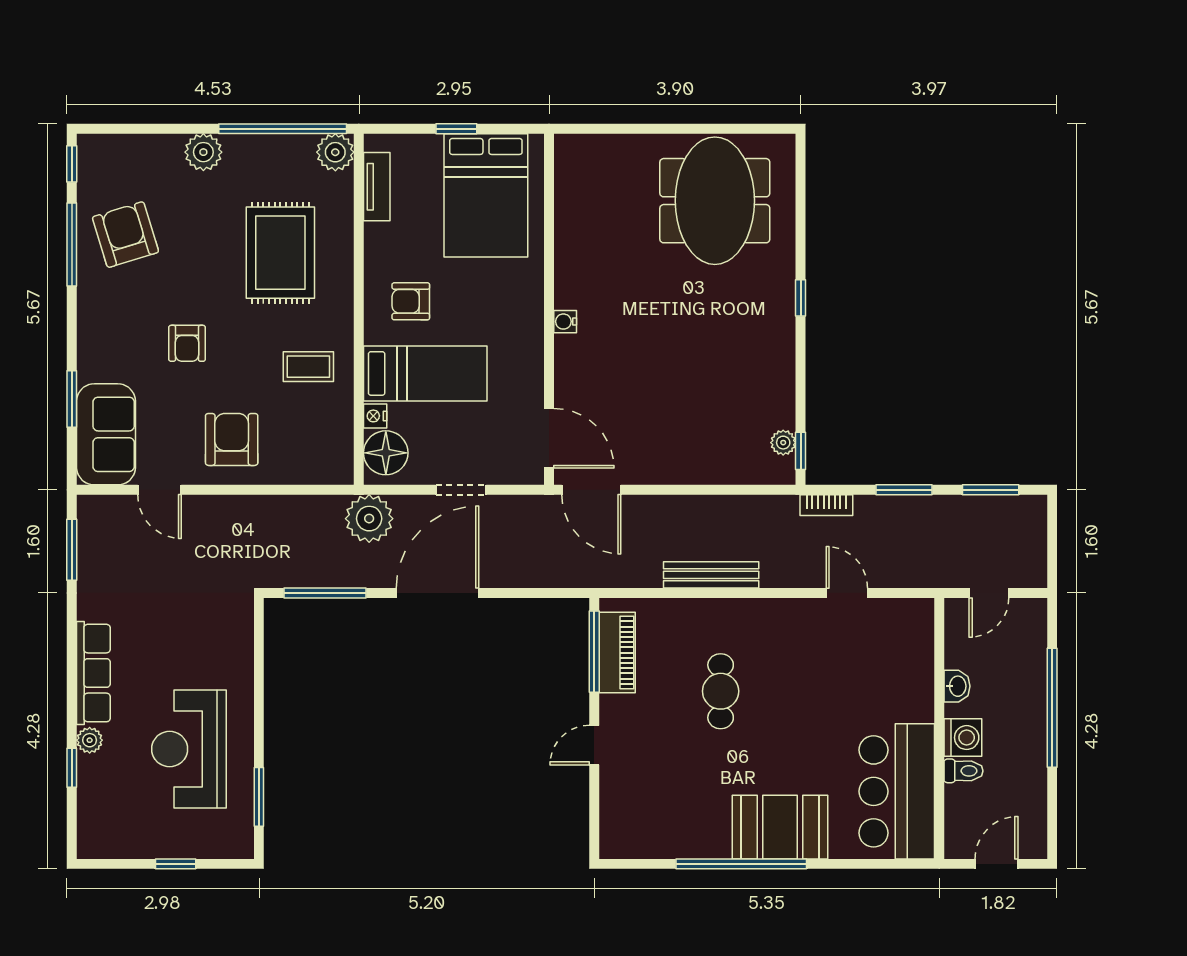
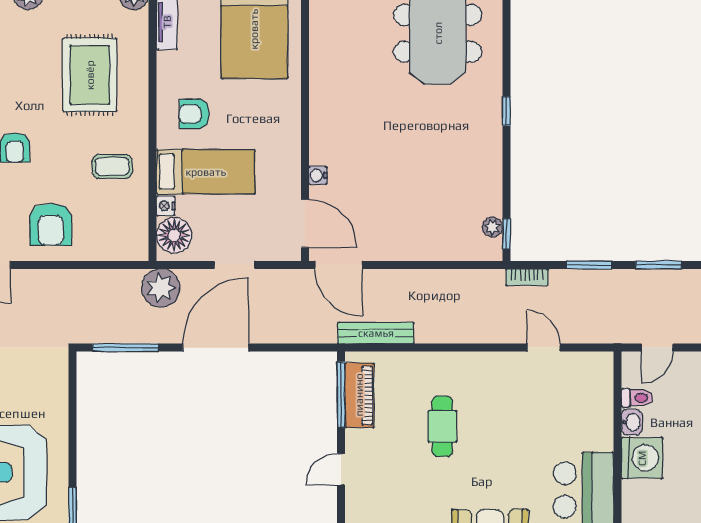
water cooler: (565, 322) -> (318, 175), moved
armchair: (232, 439) -> (51, 225), turned 180
bench: (711, 575) -> (376, 333), moved
washing machine: (963, 738) -> (642, 458), width x1.37, depth x1.37
toilet: (964, 771) -> (637, 398), moved

